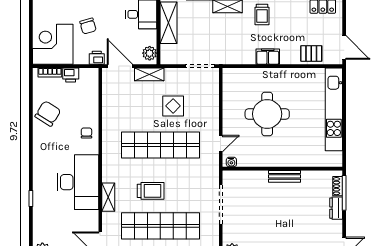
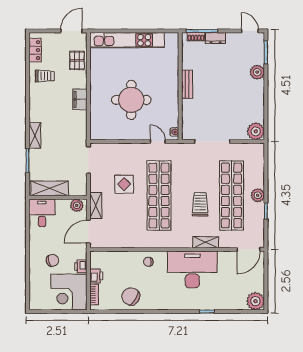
trolley: (262, 15) -> (45, 76), moved
printer: (97, 58) -> (81, 266), moved

